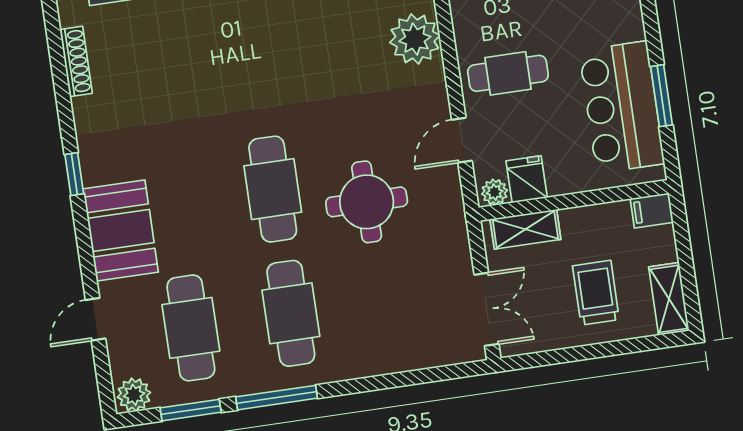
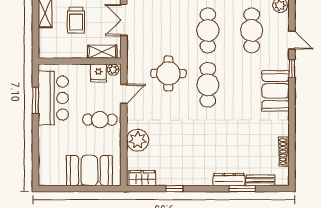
window: (74, 174) -> (292, 69), moved
filing cabinet: (652, 211) -> (47, 52), removed
booth: (121, 230) -> (276, 91), moved
door: (95, 319) -> (292, 40), hinge flipped

